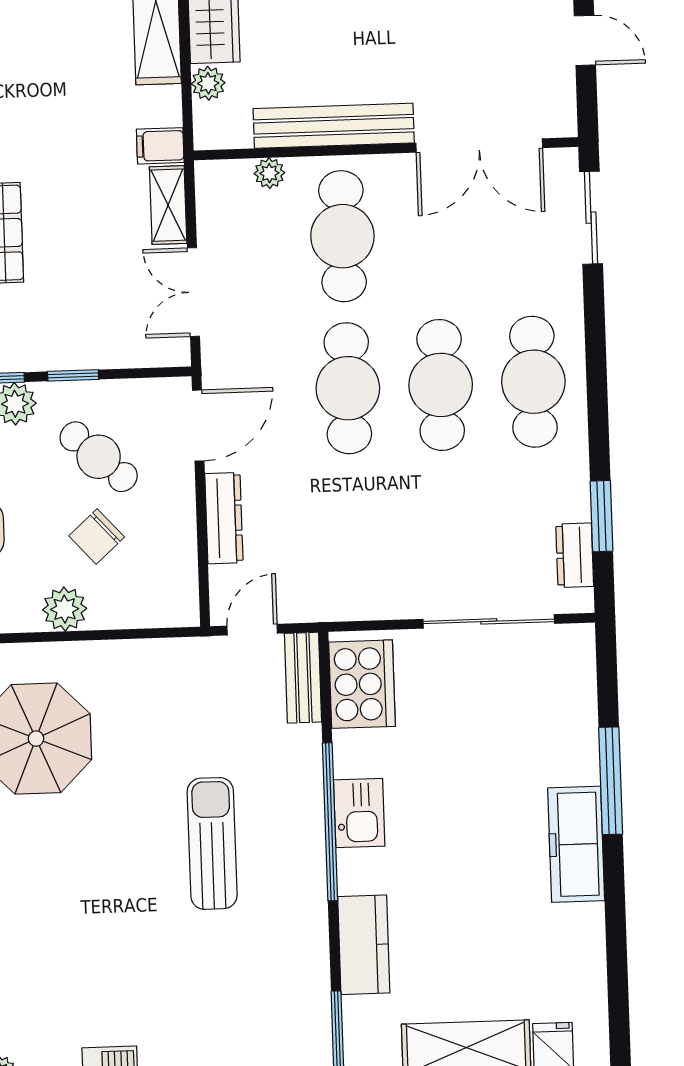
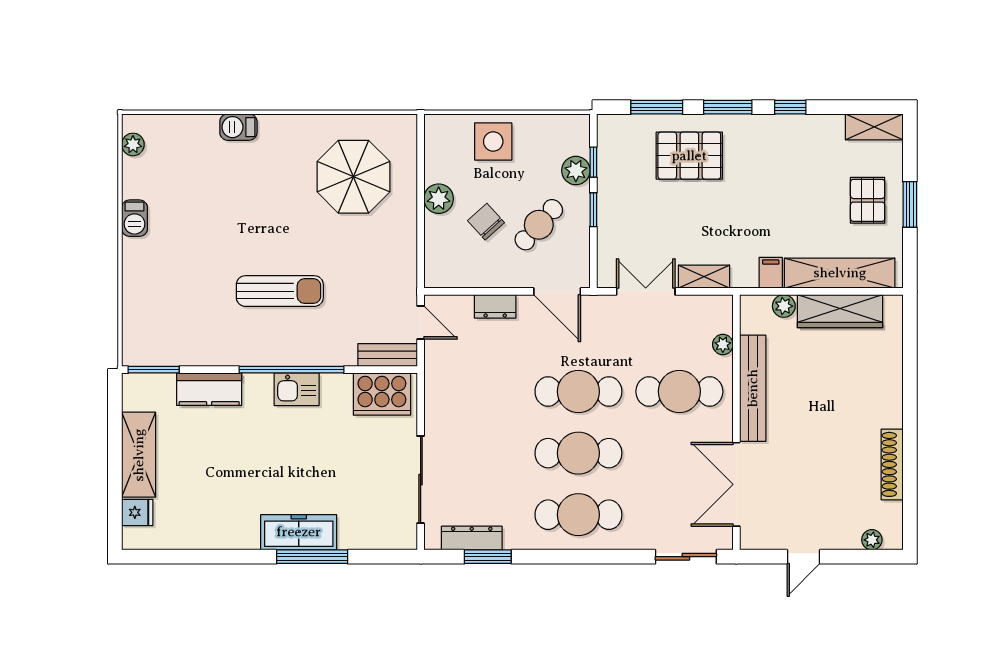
filing cabinet: (160, 146) -> (771, 273), moved
dresser: (224, 518) -> (495, 306), width x0.70
dresser: (575, 555) -> (472, 538), width x1.44
freezer: (576, 844) -> (299, 532), moved

